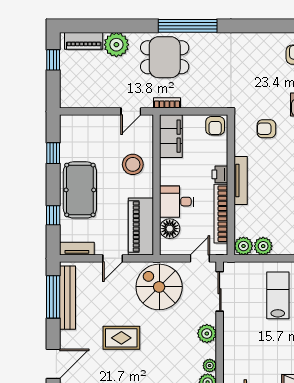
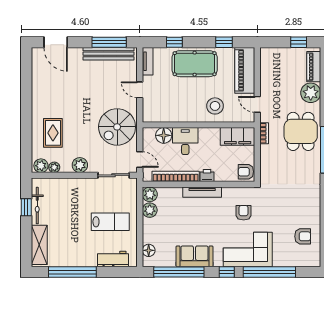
piano: (141, 227) -> (245, 70), moved, turned -90
spiral stairs: (159, 287) -> (117, 127), turned 180
rug: (121, 338) -> (53, 133), moved

